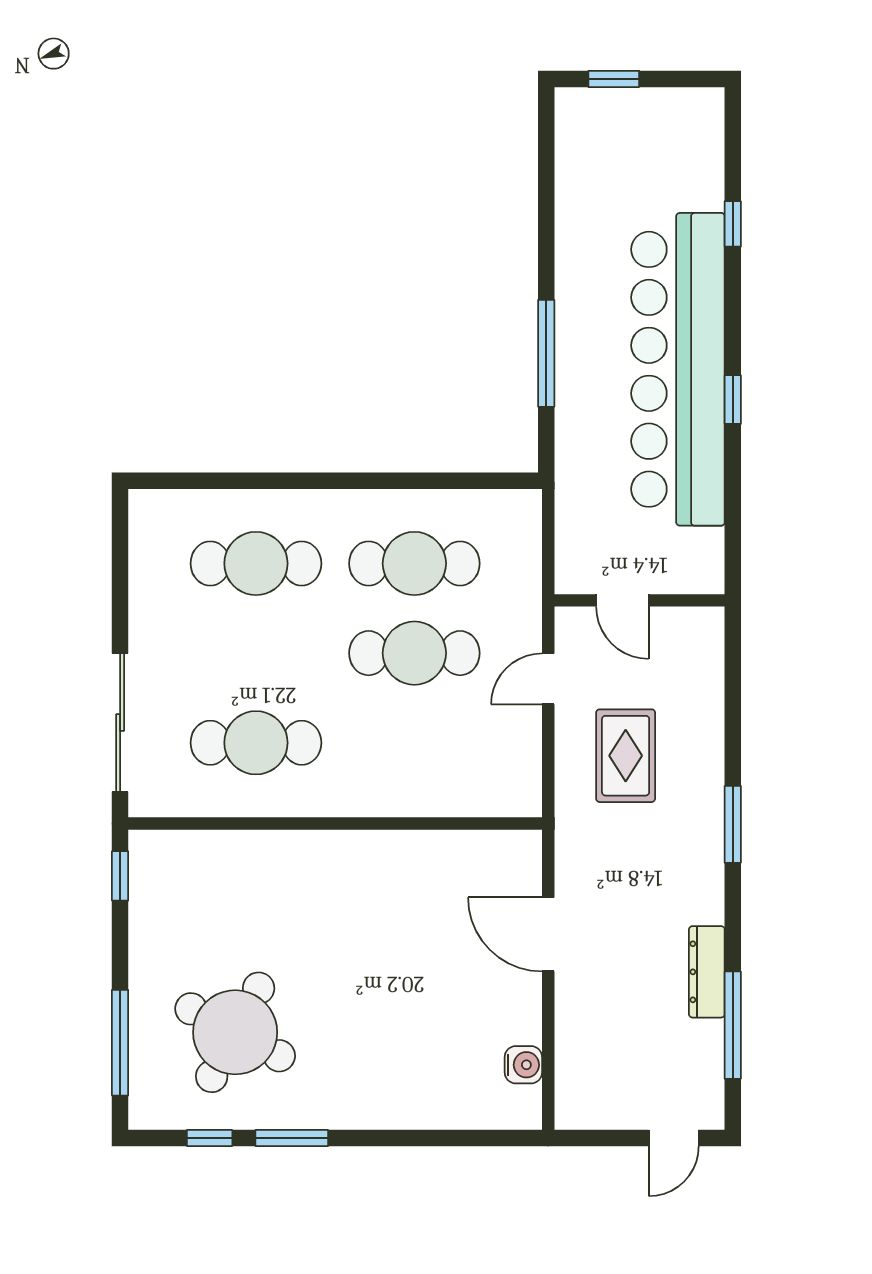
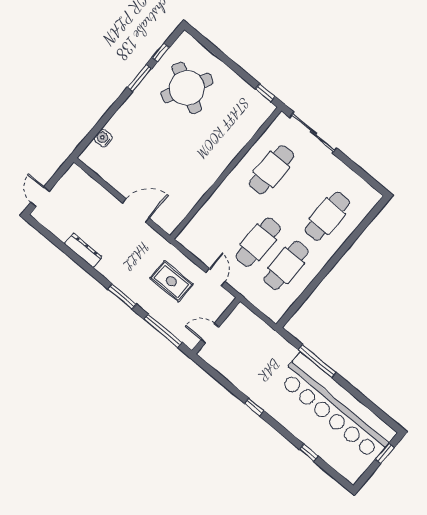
bar counter: (678, 369) -> (337, 407), moved, turned 180
door: (622, 600) -> (210, 333), moved
window: (733, 1025) -> (163, 331), moved
window: (120, 1043) -> (214, 49), removed
water cooler: (523, 1065) -> (103, 138), moved, turned 90

